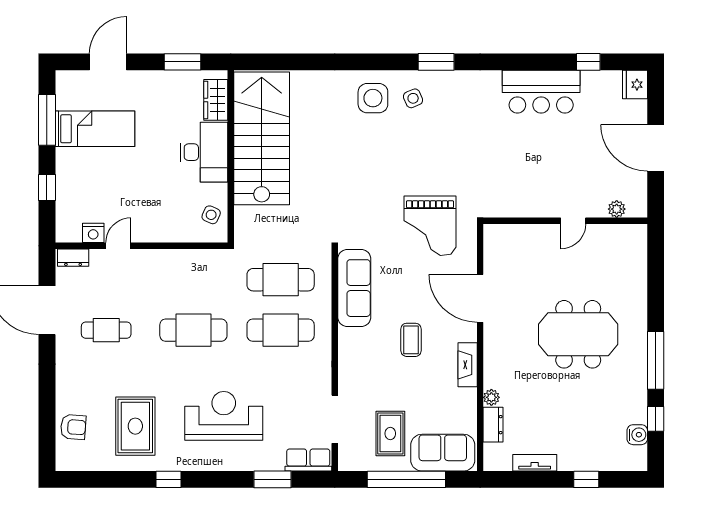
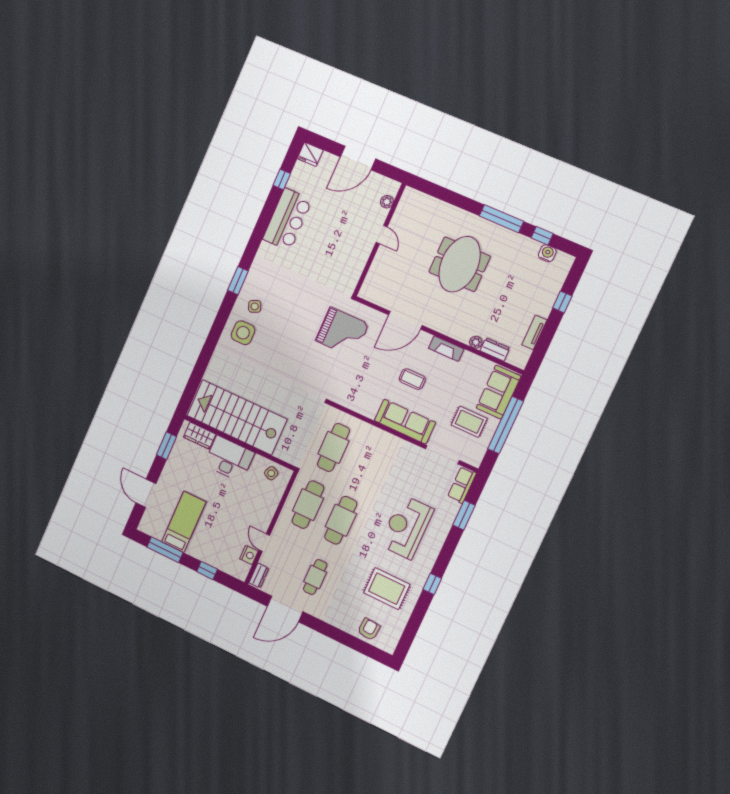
sofa: (354, 288) -> (405, 422), moved
cafe table: (281, 330) -> (308, 505), moved

